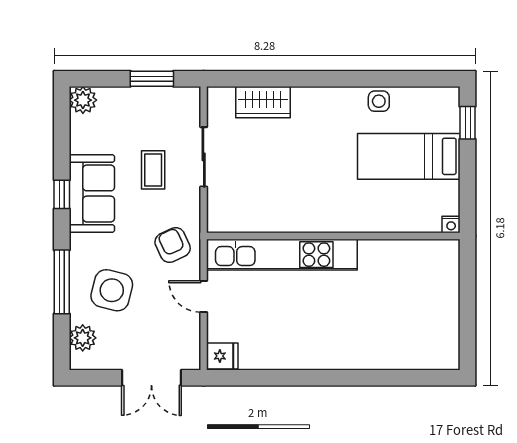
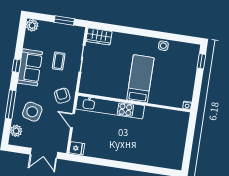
wardrobe: (263, 102) -> (99, 36), moved
bed: (409, 156) -> (140, 79), moved, turned 90

